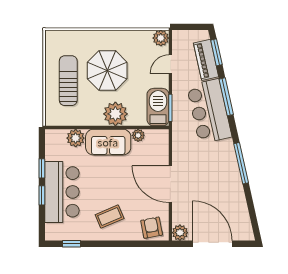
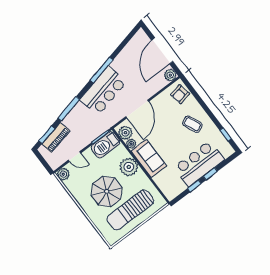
sun lounger: (68, 81) -> (130, 210), width x1.36, depth x1.34
bar counter: (209, 111) -> (103, 91), moved
plant: (76, 138) -> (125, 133), moved
door: (170, 184) -> (137, 109), moved

